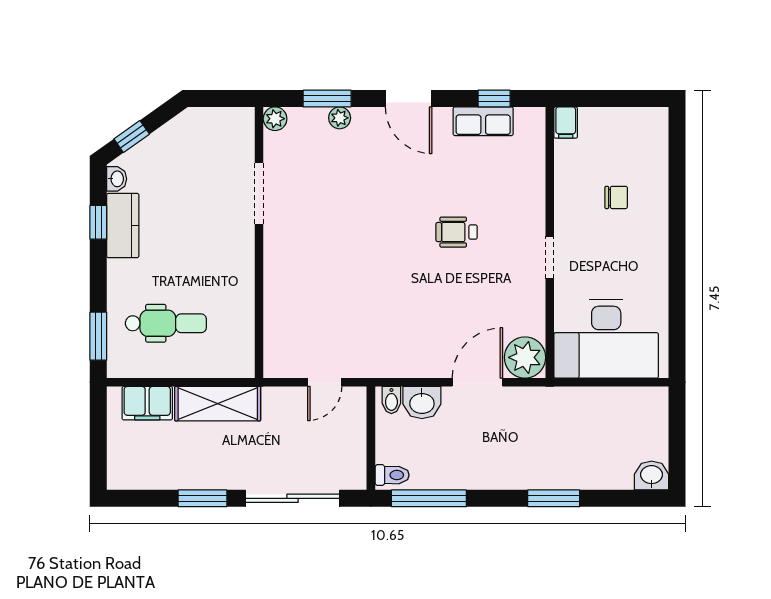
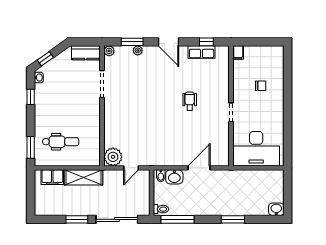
kitchen counter: (123, 225) -> (86, 53), moved, turned 90
wheelchair: (457, 232) -> (190, 101), turned 90
plant: (525, 357) -> (113, 157), moved

